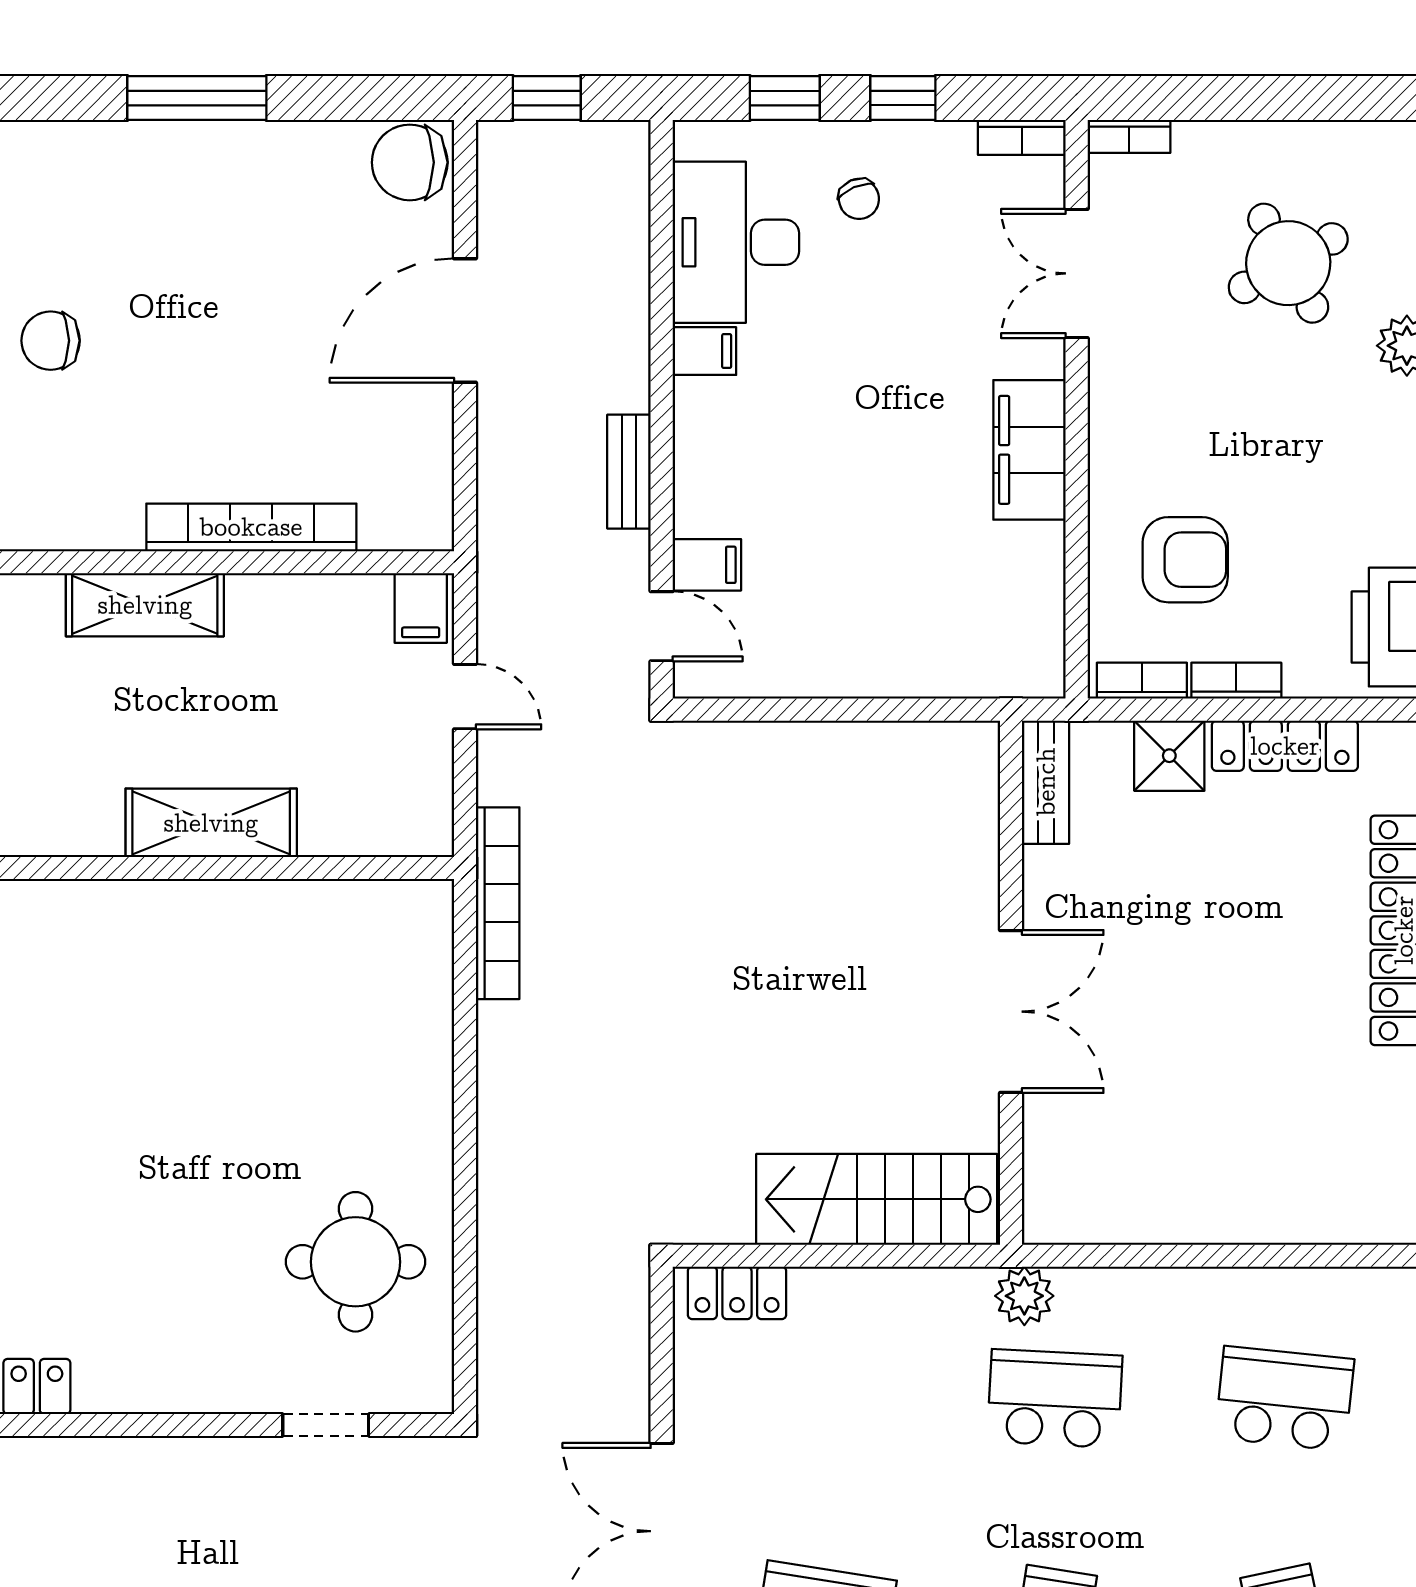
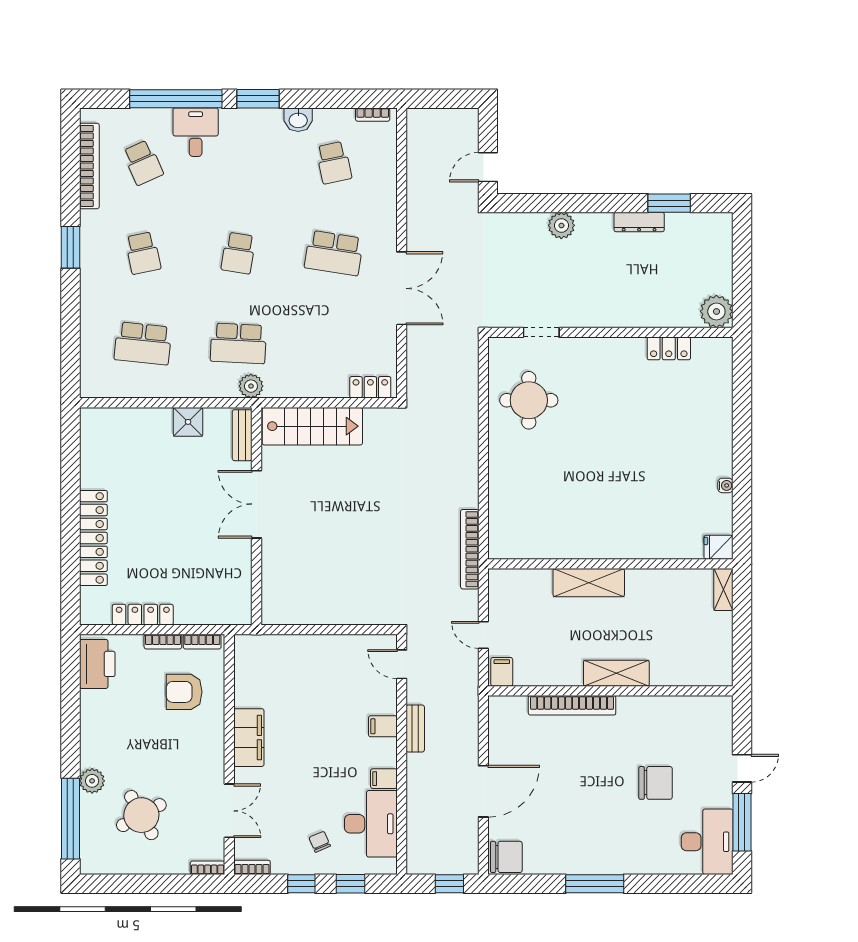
chair: (51, 341) -> (655, 783), width x1.37, depth x1.37
filing cabinet: (707, 565) -> (383, 726), moved
shower: (1169, 756) -> (188, 422), moved
bench: (1046, 782) -> (242, 435), moved

